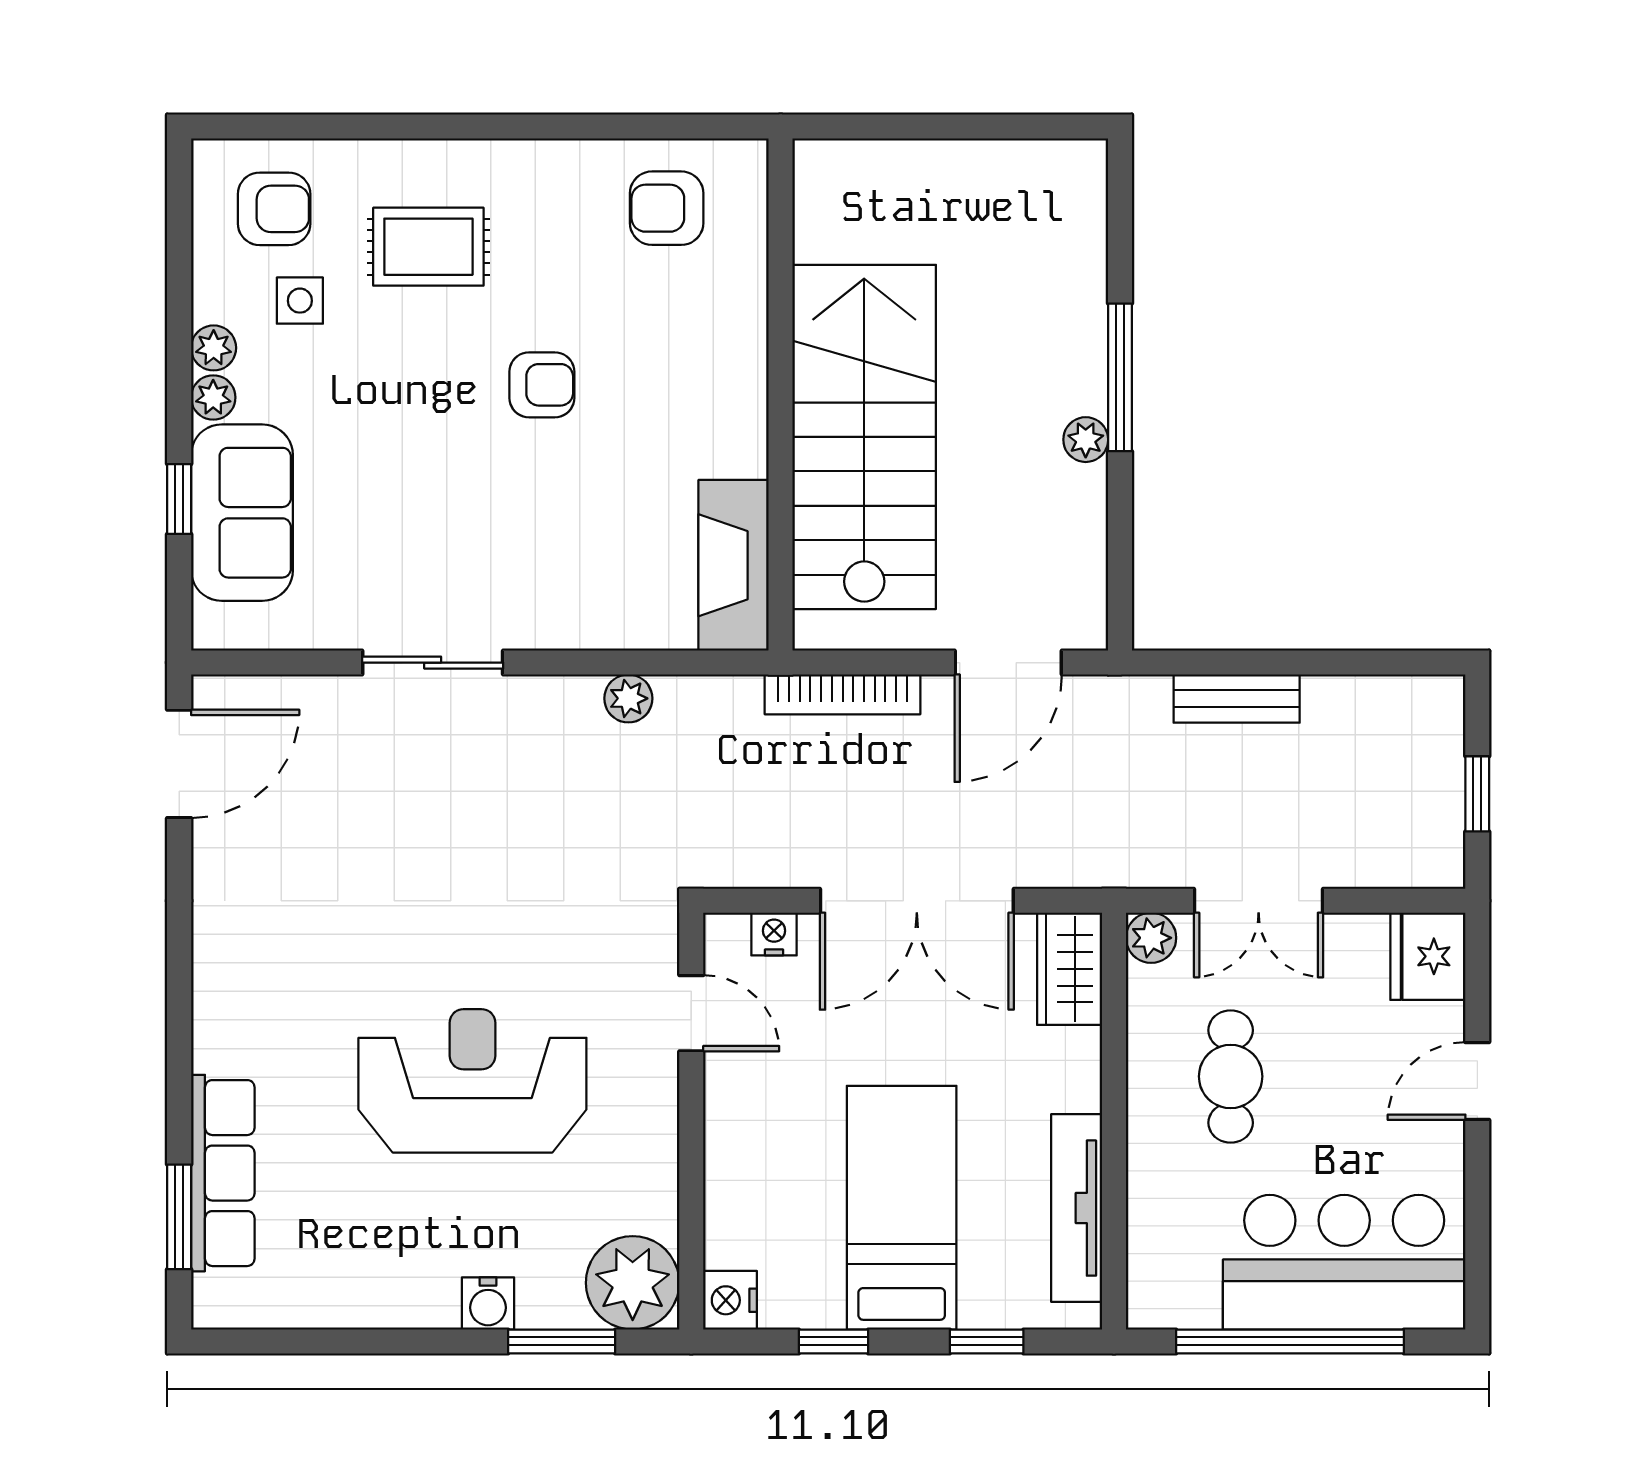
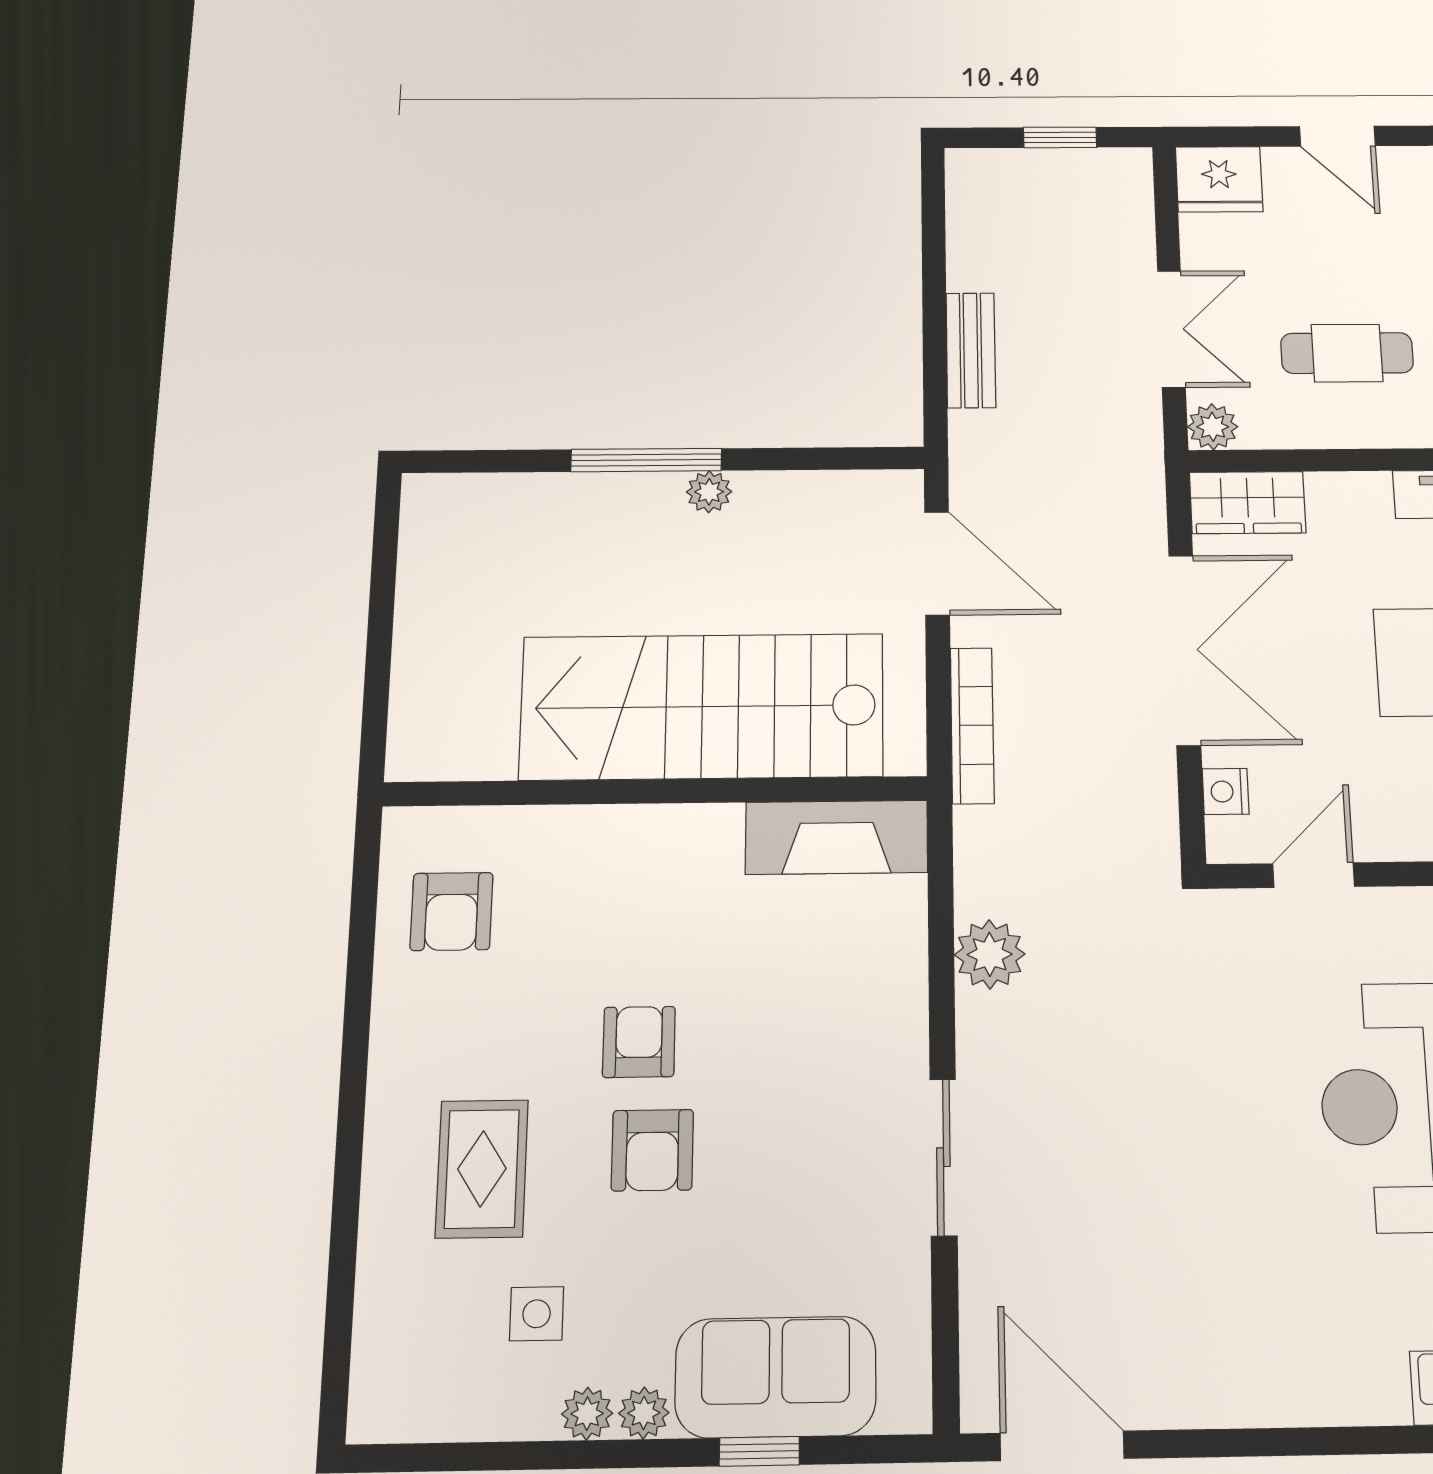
armchair: (274, 209) -> (652, 1150), moved, turned 180
plant: (628, 698) -> (990, 954), width x1.38, depth x1.38

